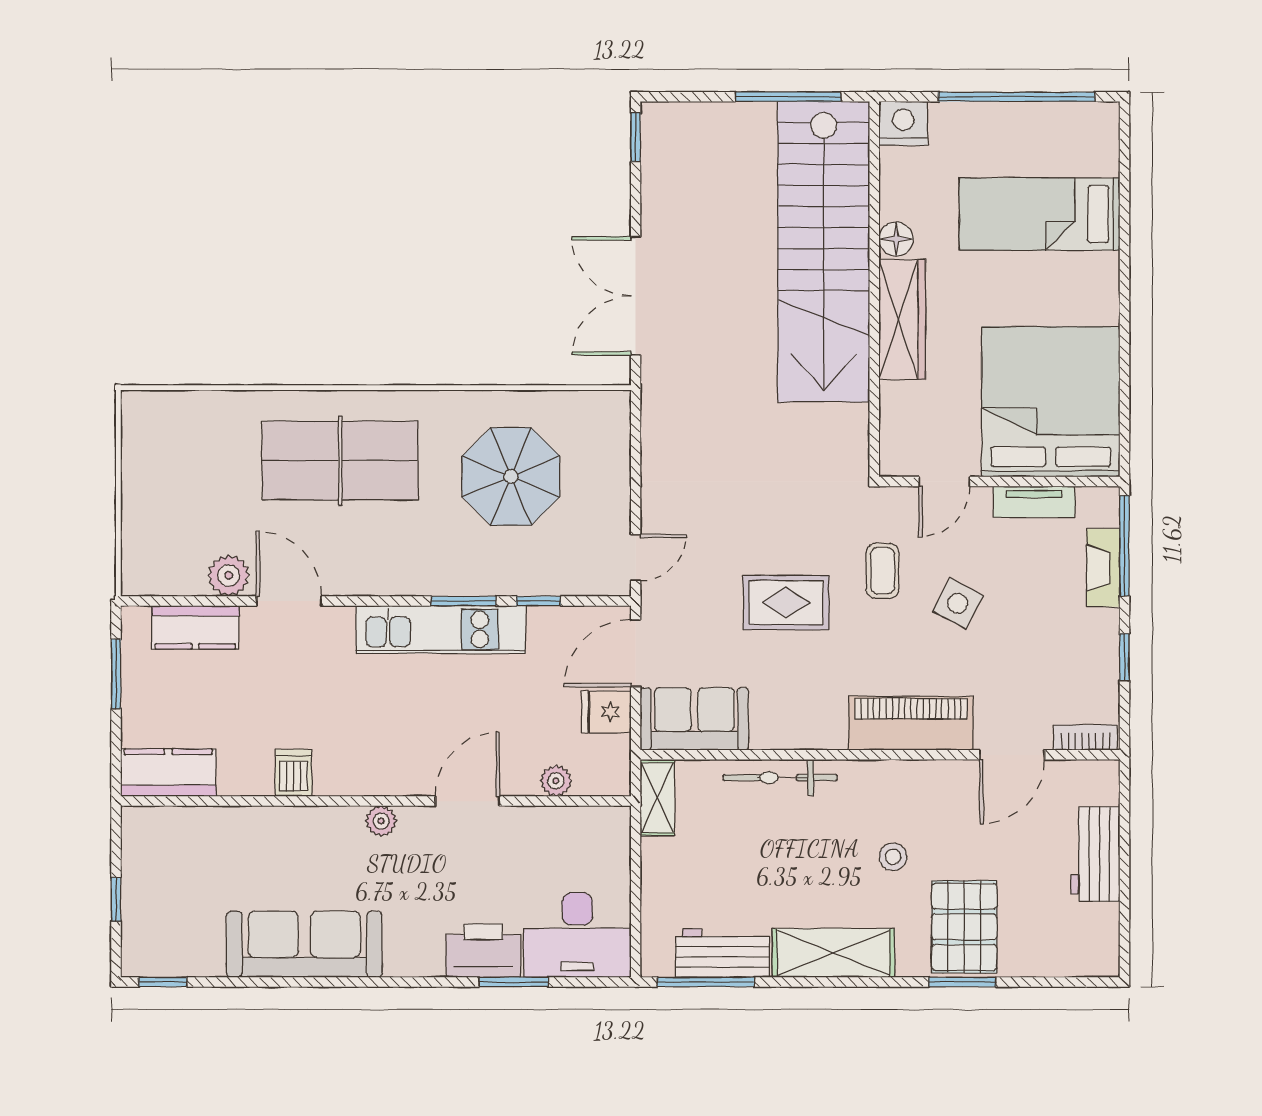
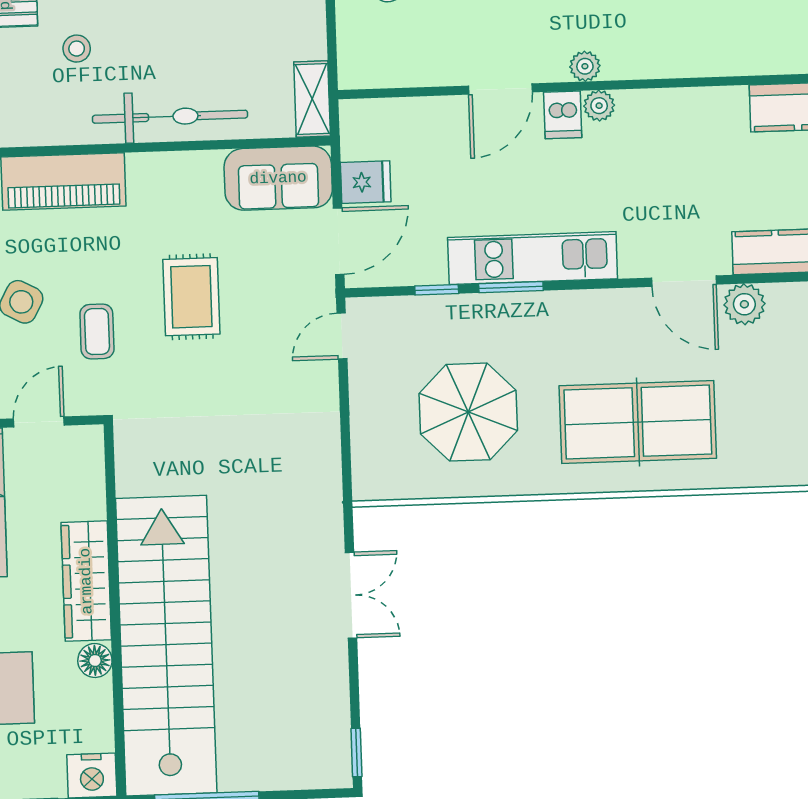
double door: (636, 296) -> (351, 595), width x0.73
rug: (786, 603) -> (191, 297), turned 90
dishwasher: (294, 773) -> (563, 115), moved
bicycle: (780, 778) -> (170, 117), width x1.37, depth x1.40
plant: (556, 781) -> (599, 106), moved

